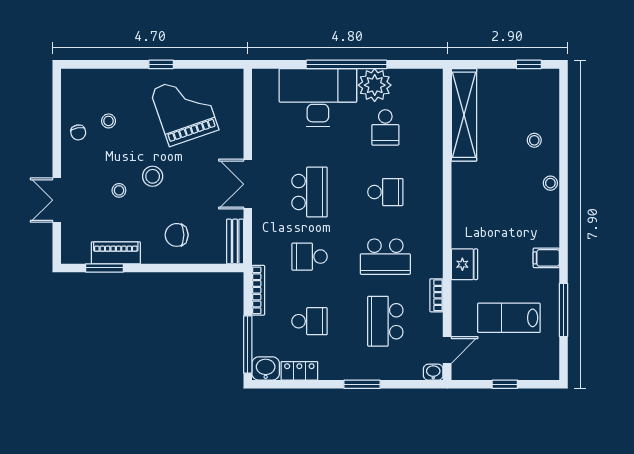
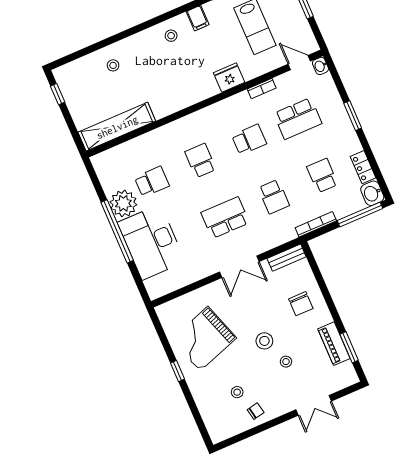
stool: (550, 183) -> (171, 36), moved
school desk: (385, 257) -> (249, 140), width x0.54

